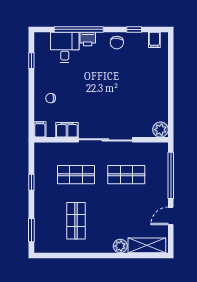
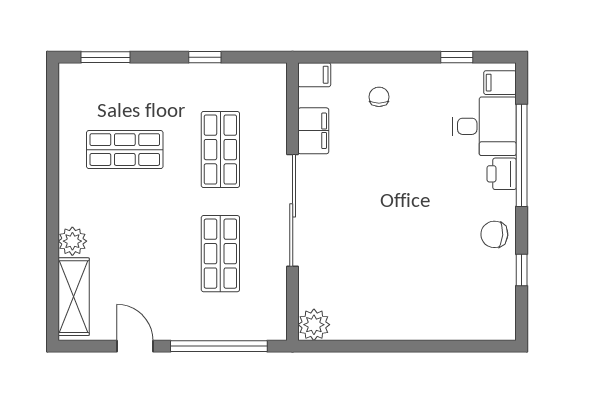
filing cabinet: (154, 40) -> (500, 83), moved

